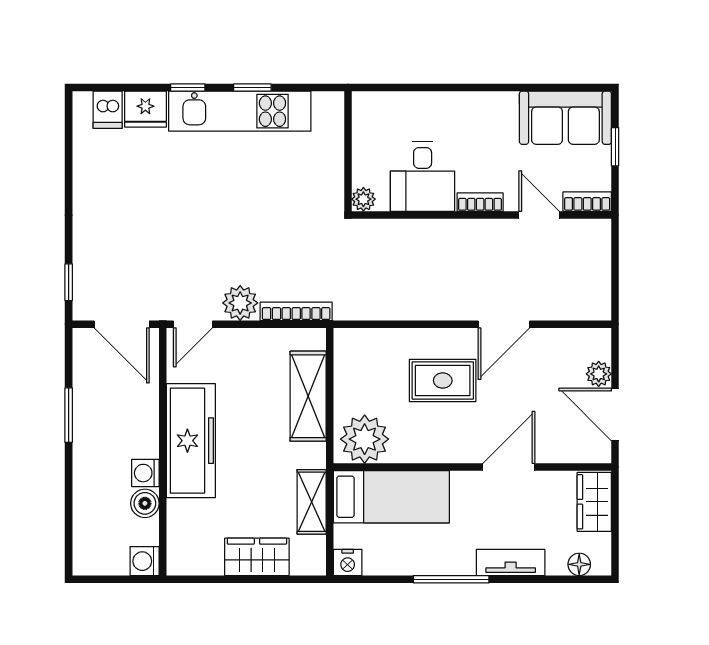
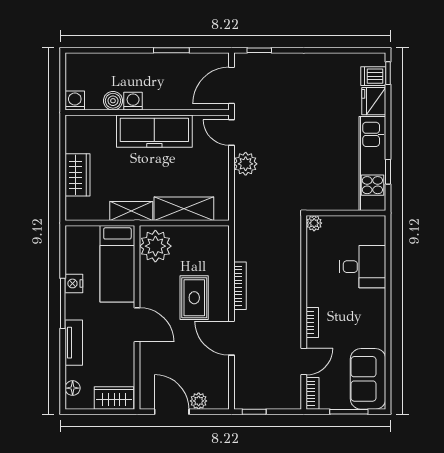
window: (188, 87) -> (388, 73), moved
window: (615, 147) -> (349, 412), width x1.50
wall: (348, 151) -> (346, 213), moved
desk: (423, 177) -> (363, 267), moved, turned 180
plant: (363, 199) -> (314, 223), moved
window: (615, 290) -> (254, 412), added
bookcase: (296, 311) -> (240, 286), moved
door: (615, 415) -> (172, 412), hinge flipped
door: (509, 467) -> (137, 325), moved
shelving: (312, 502) -> (131, 211), moved
nightstand: (348, 562) -> (74, 283), moved

